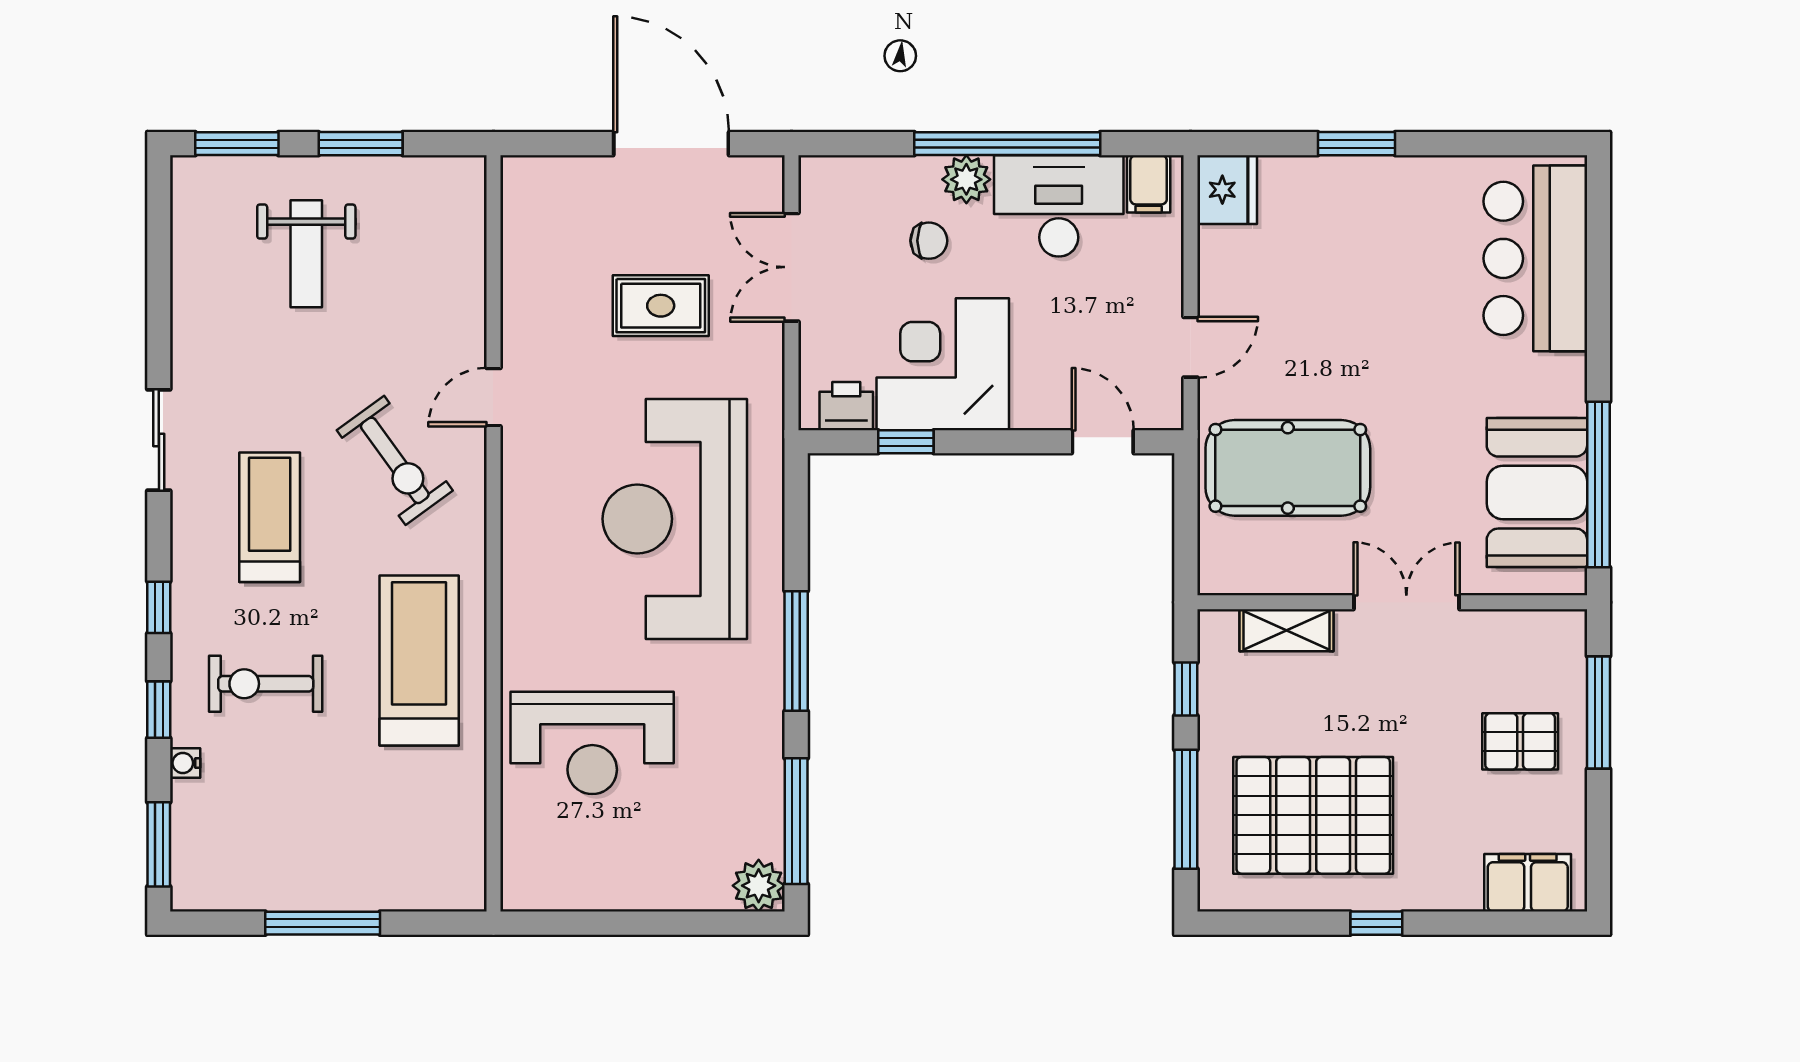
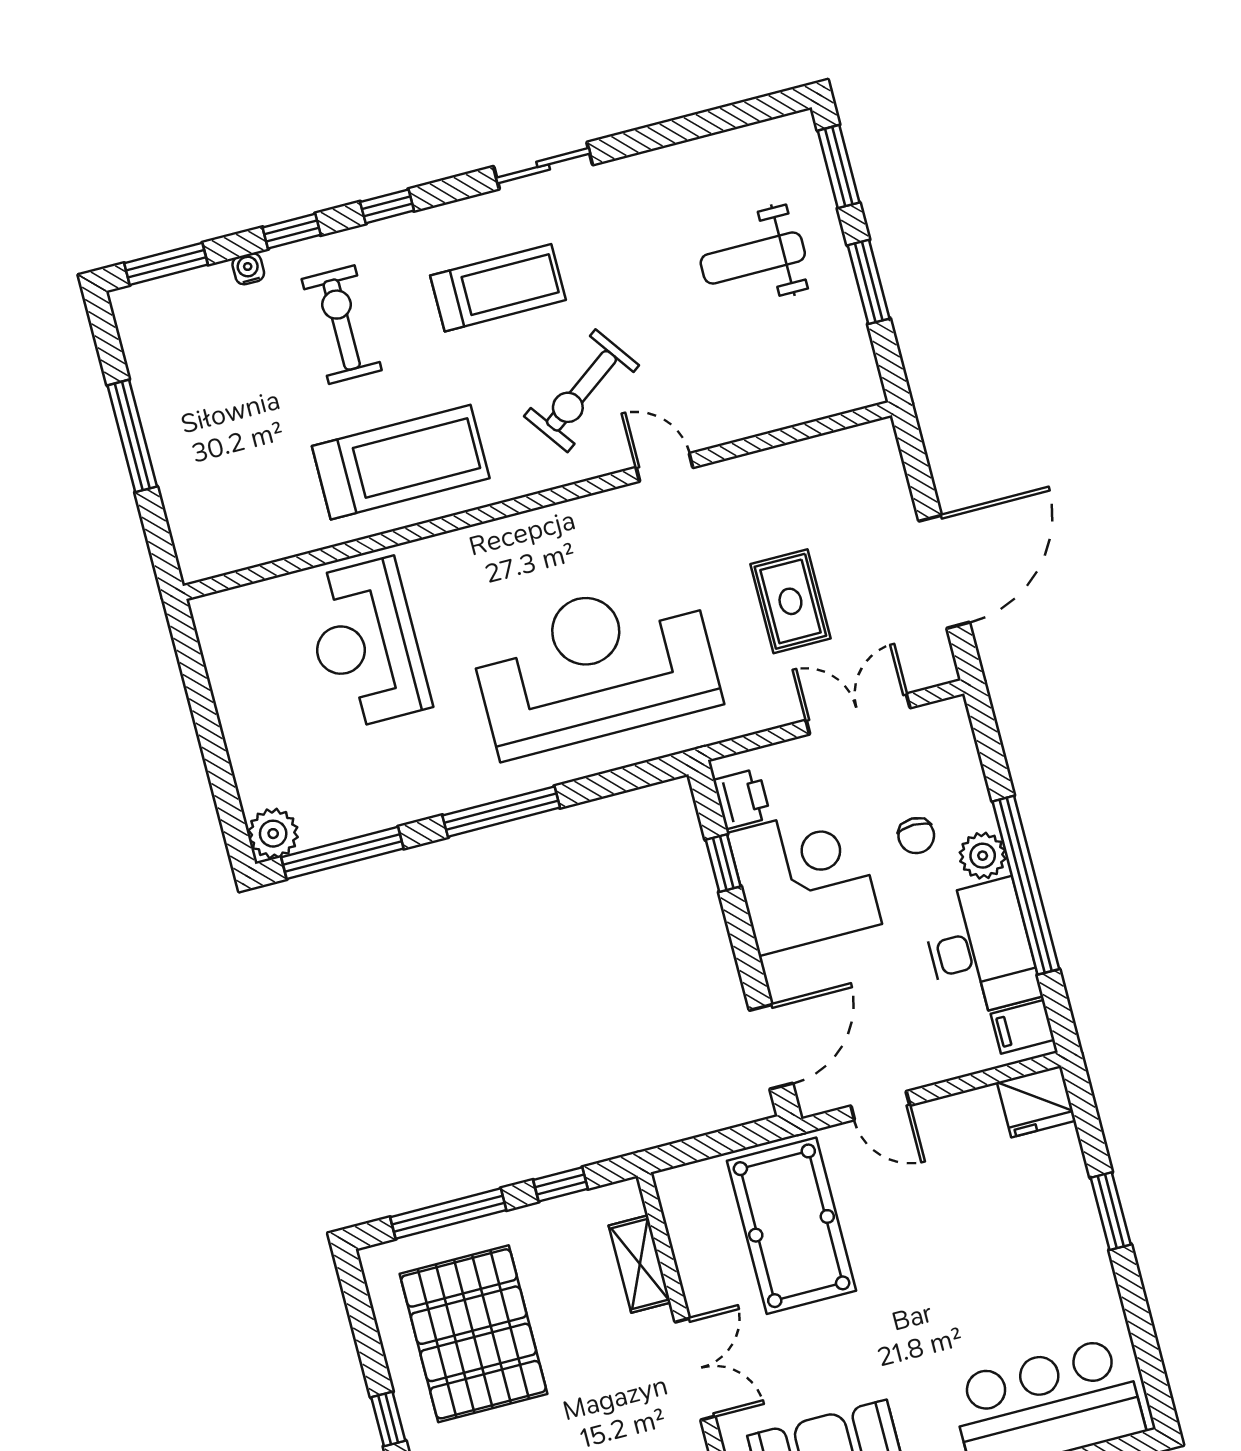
door: (1103, 442) -> (771, 1047), width x1.38

